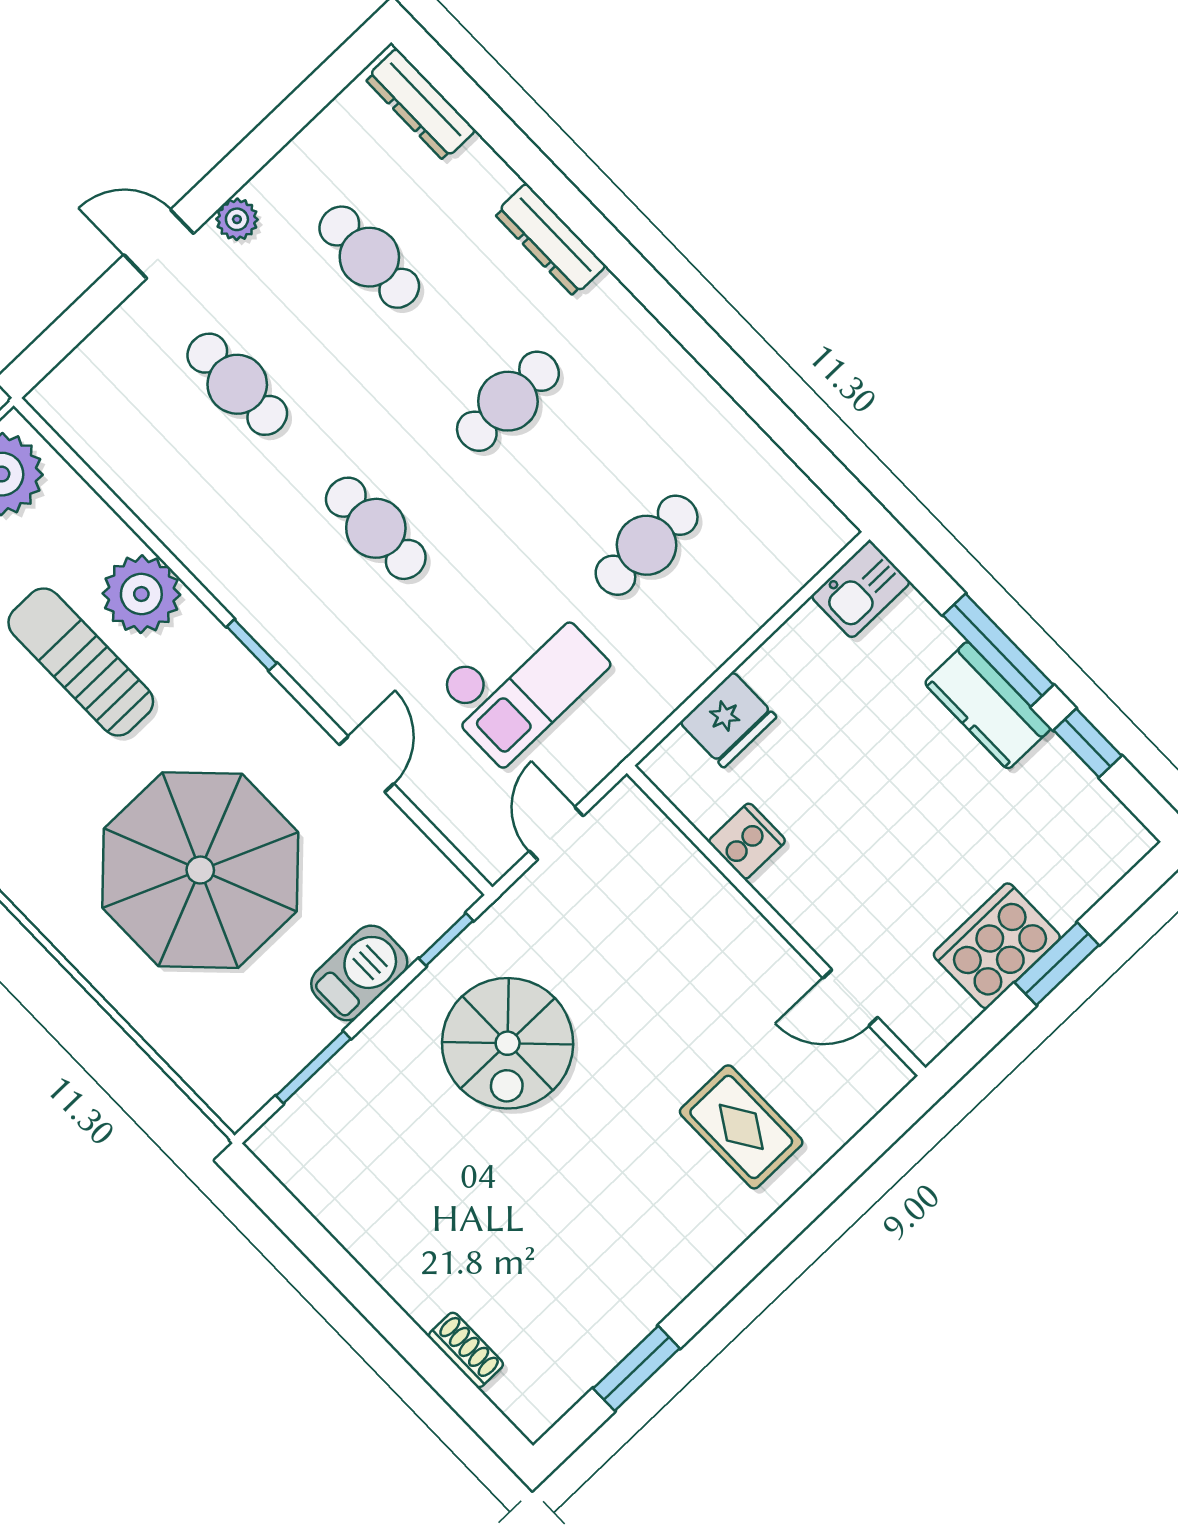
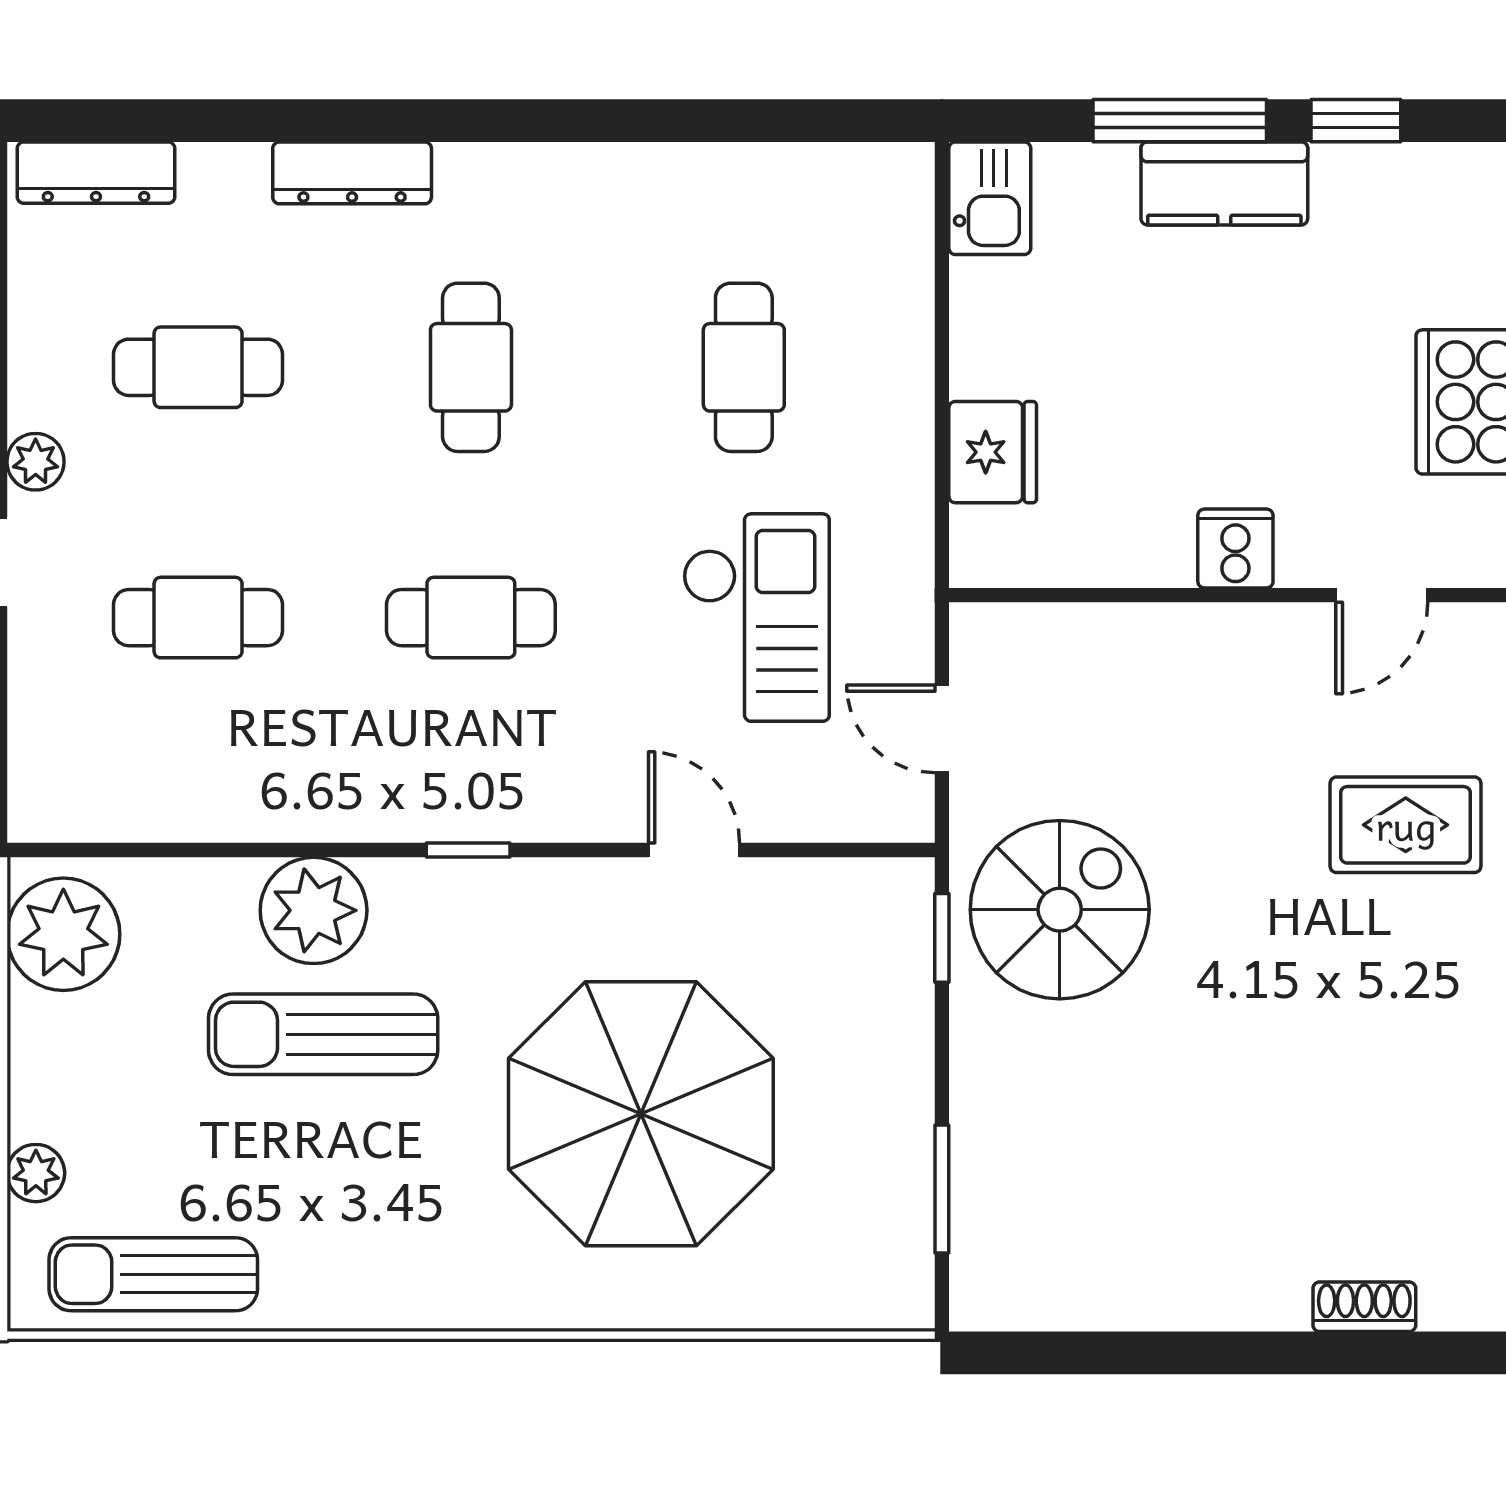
cooker: (747, 841) -> (1235, 549), moved
barbecue: (359, 973) -> (893, 1055), removed
spiral stairs: (508, 1043) -> (1060, 910), moved, turned -90

